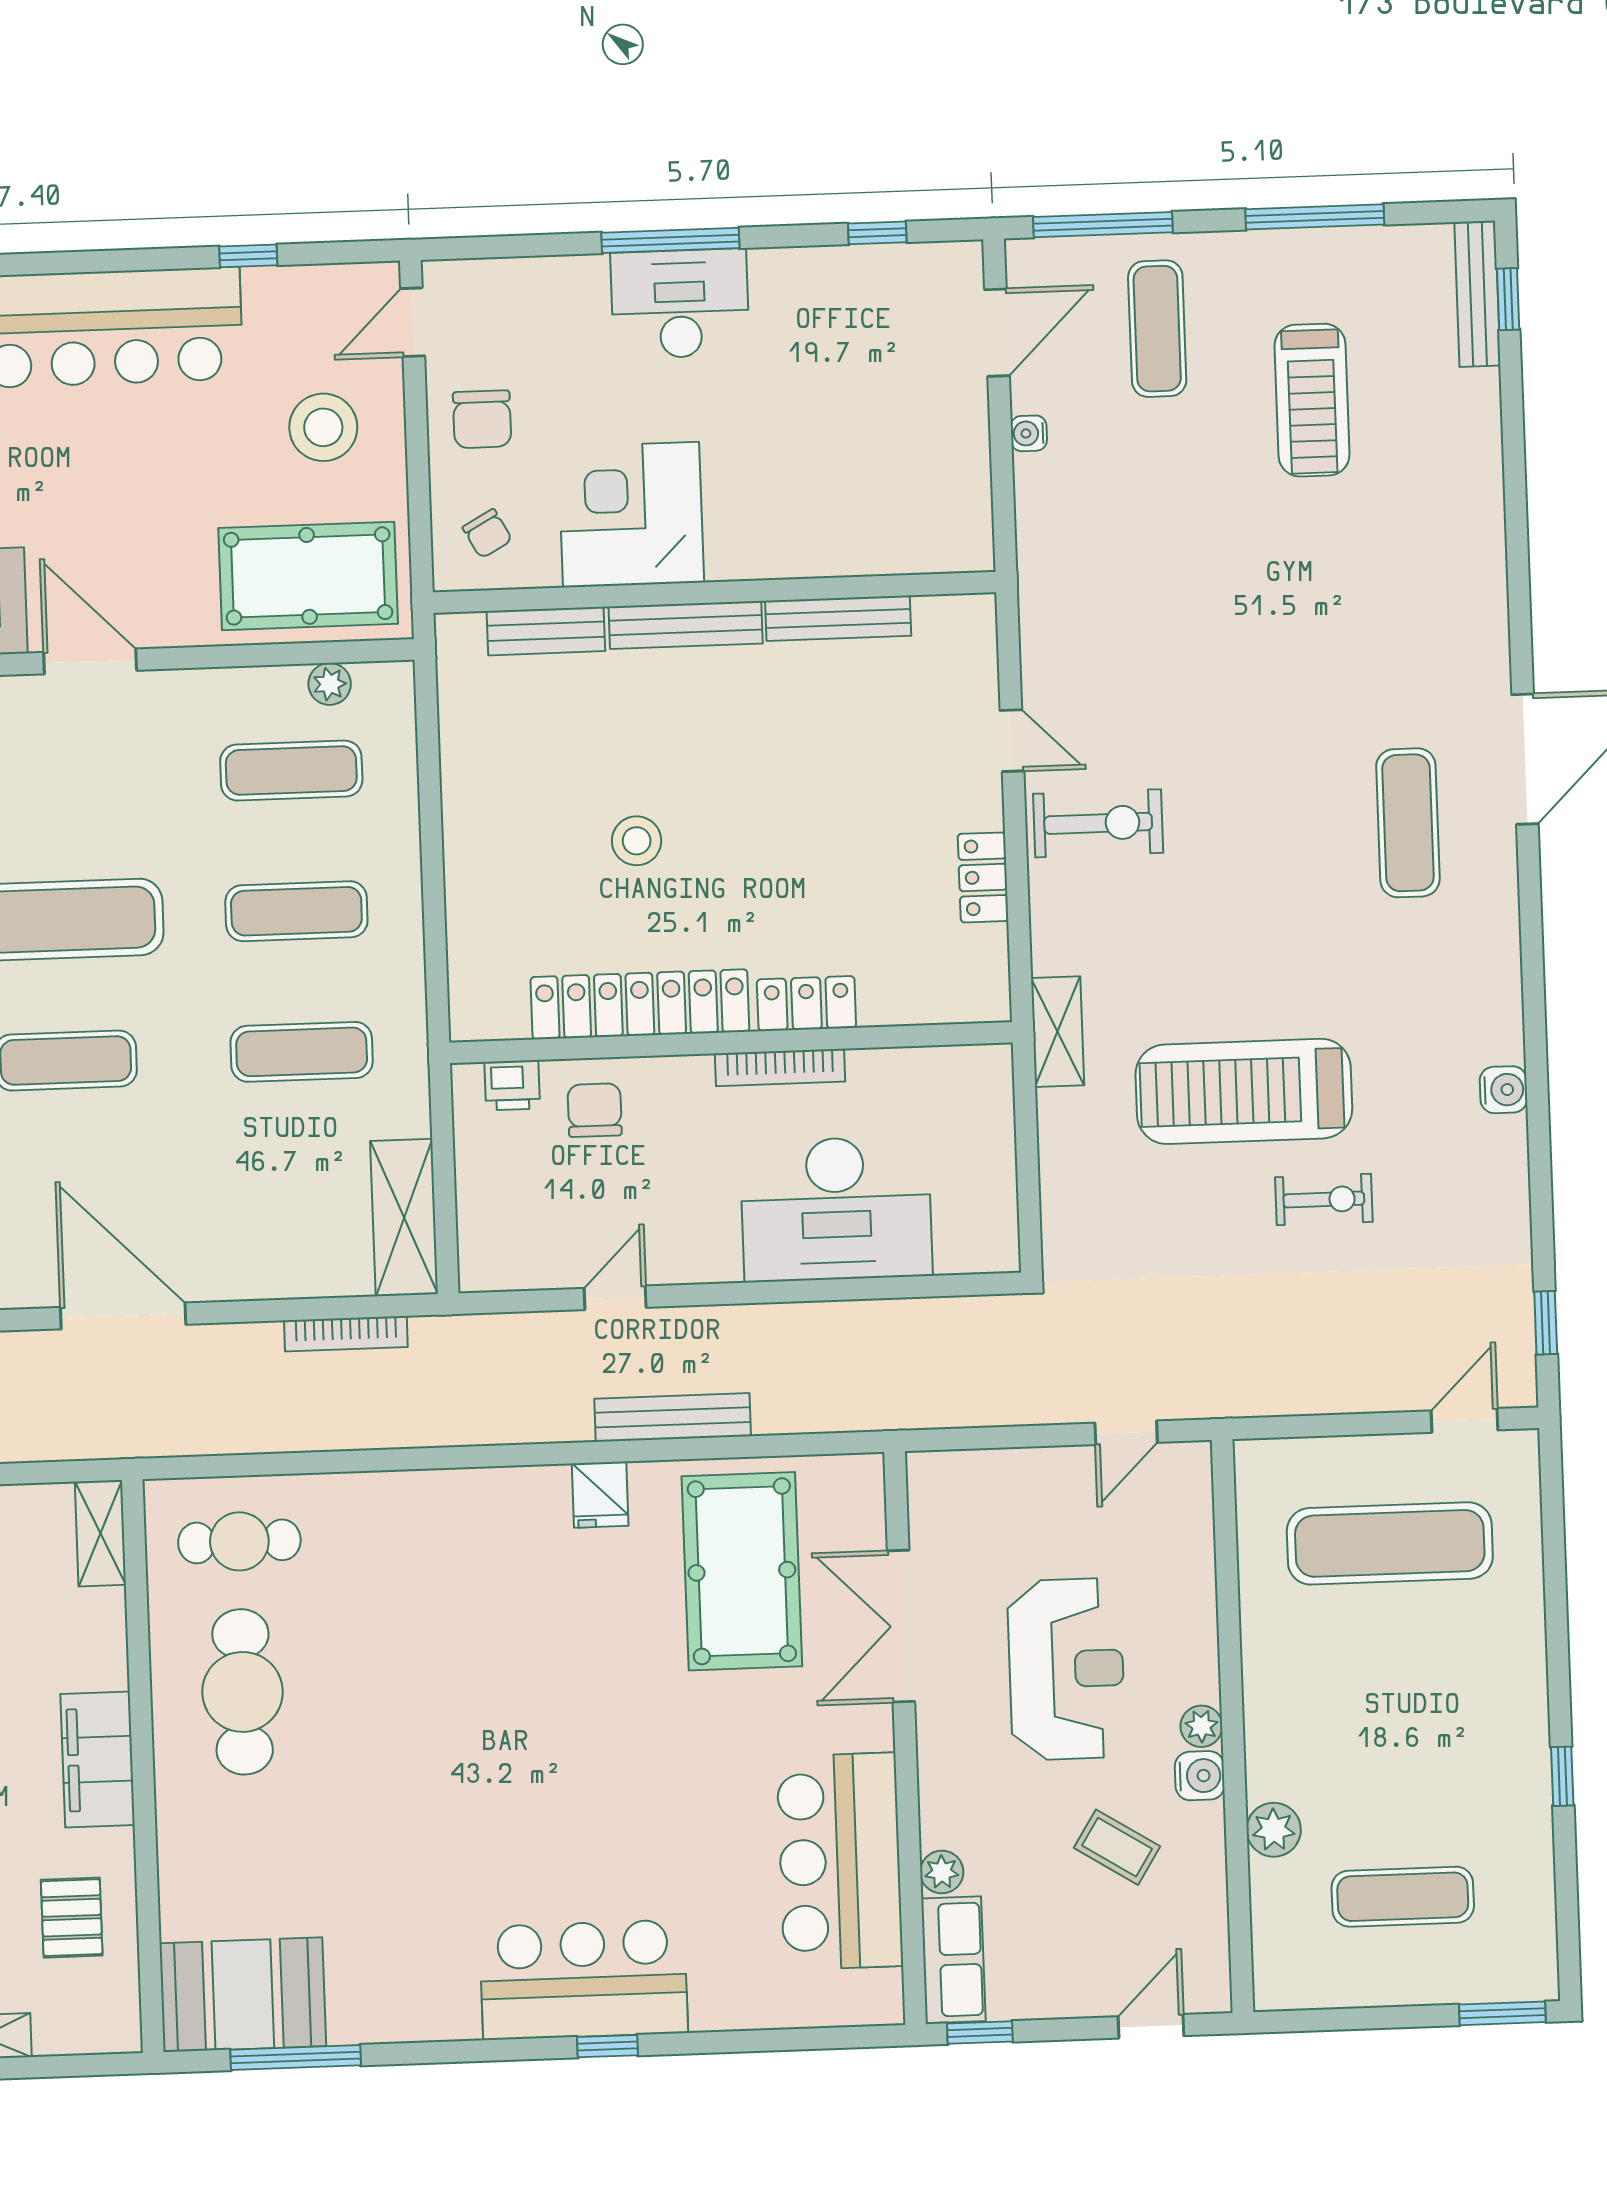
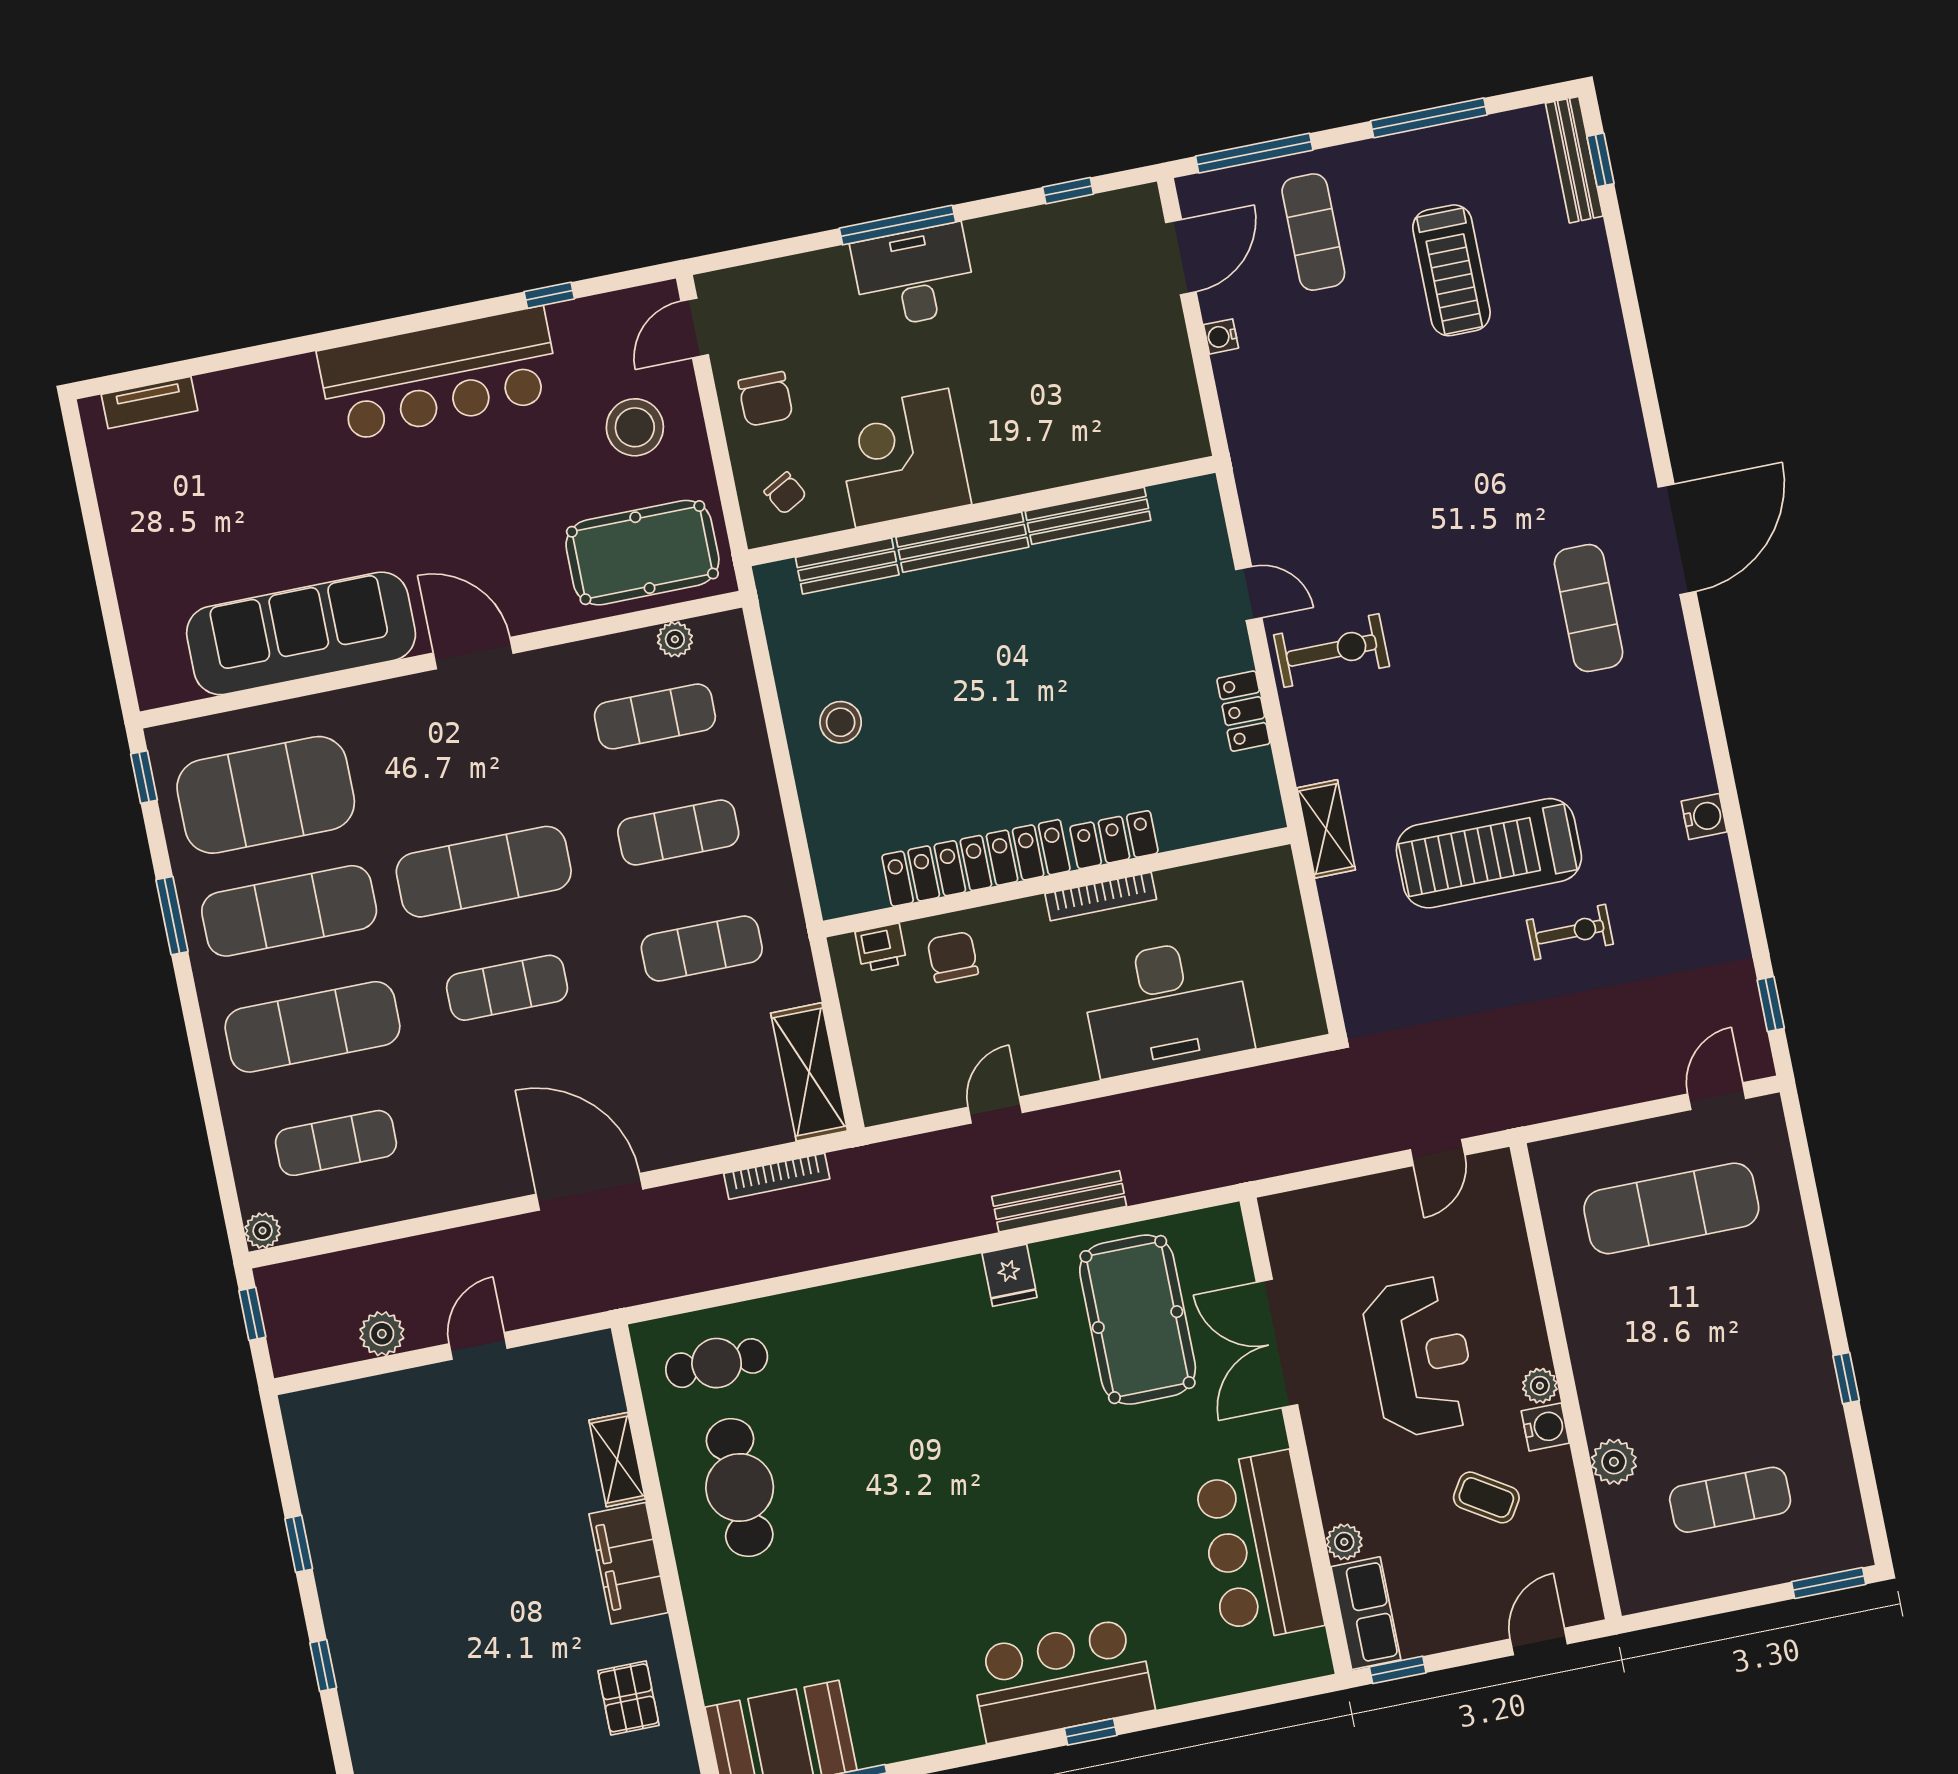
stool: (637, 841) -> (841, 722), moved
shelving: (100, 1533) -> (617, 1460), moved

